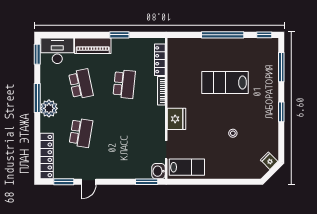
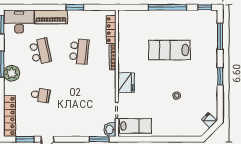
school desk: (81, 133) -> (40, 95), width x0.54

